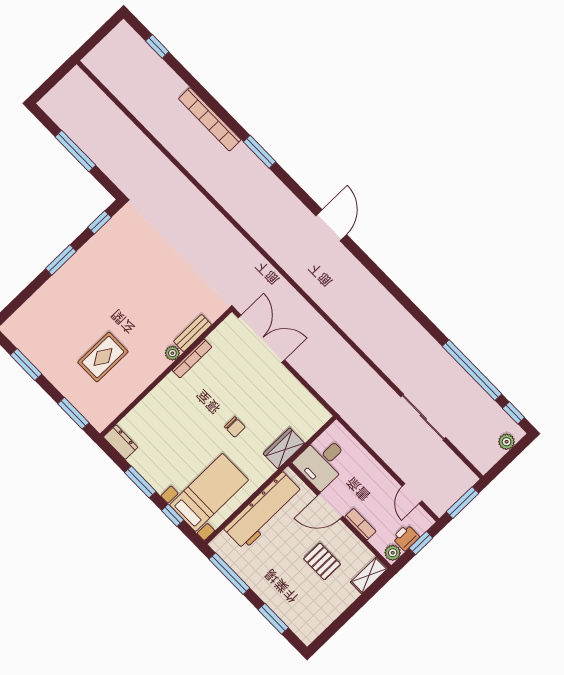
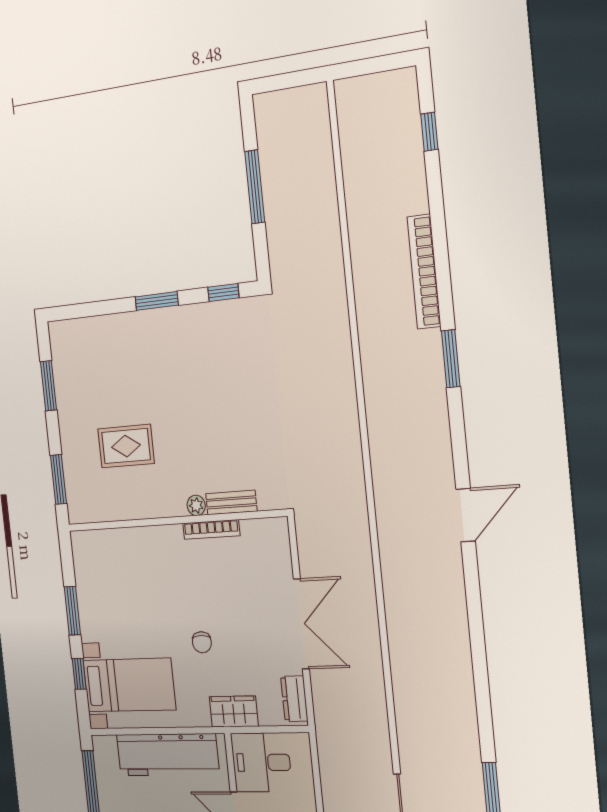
double door: (261, 339) -> (301, 624), moved
dresser: (121, 442) -> (294, 699), moved, turned 180

